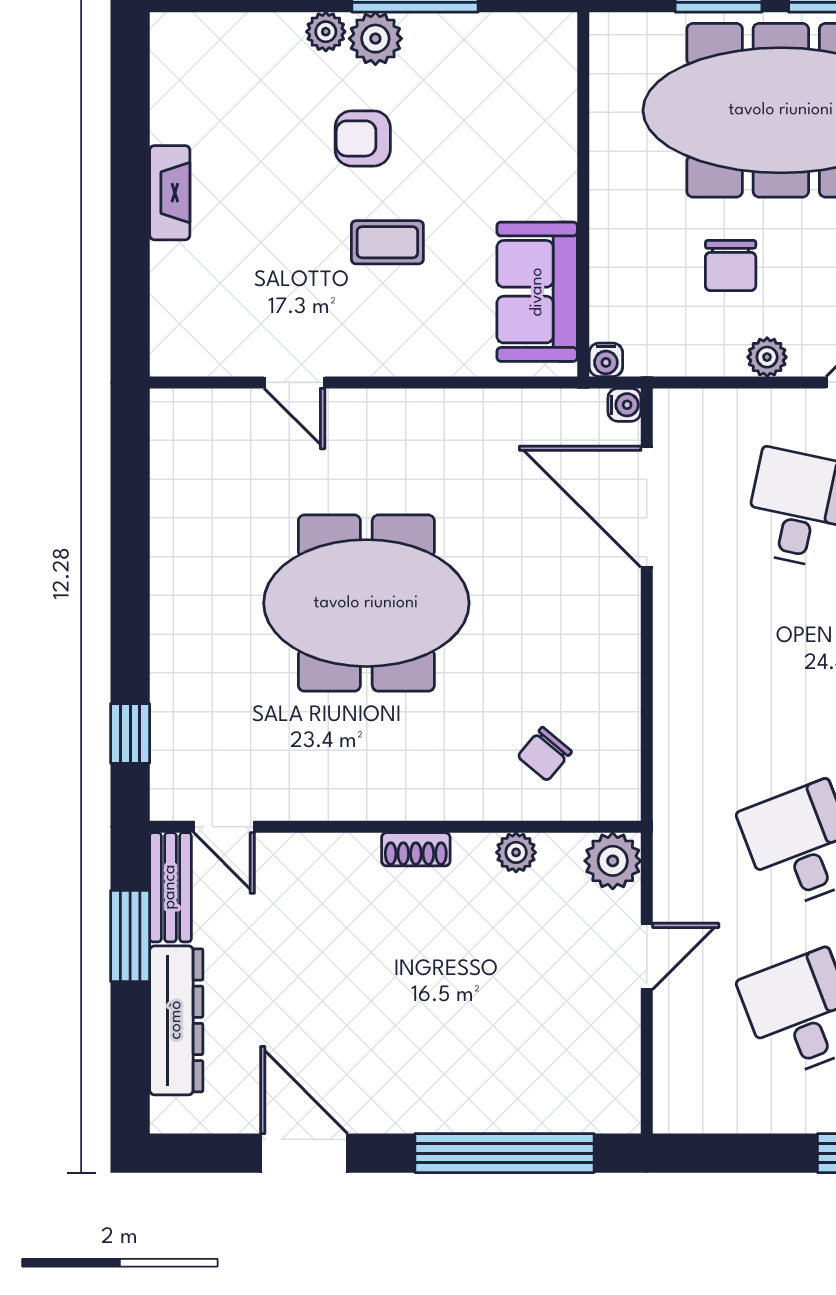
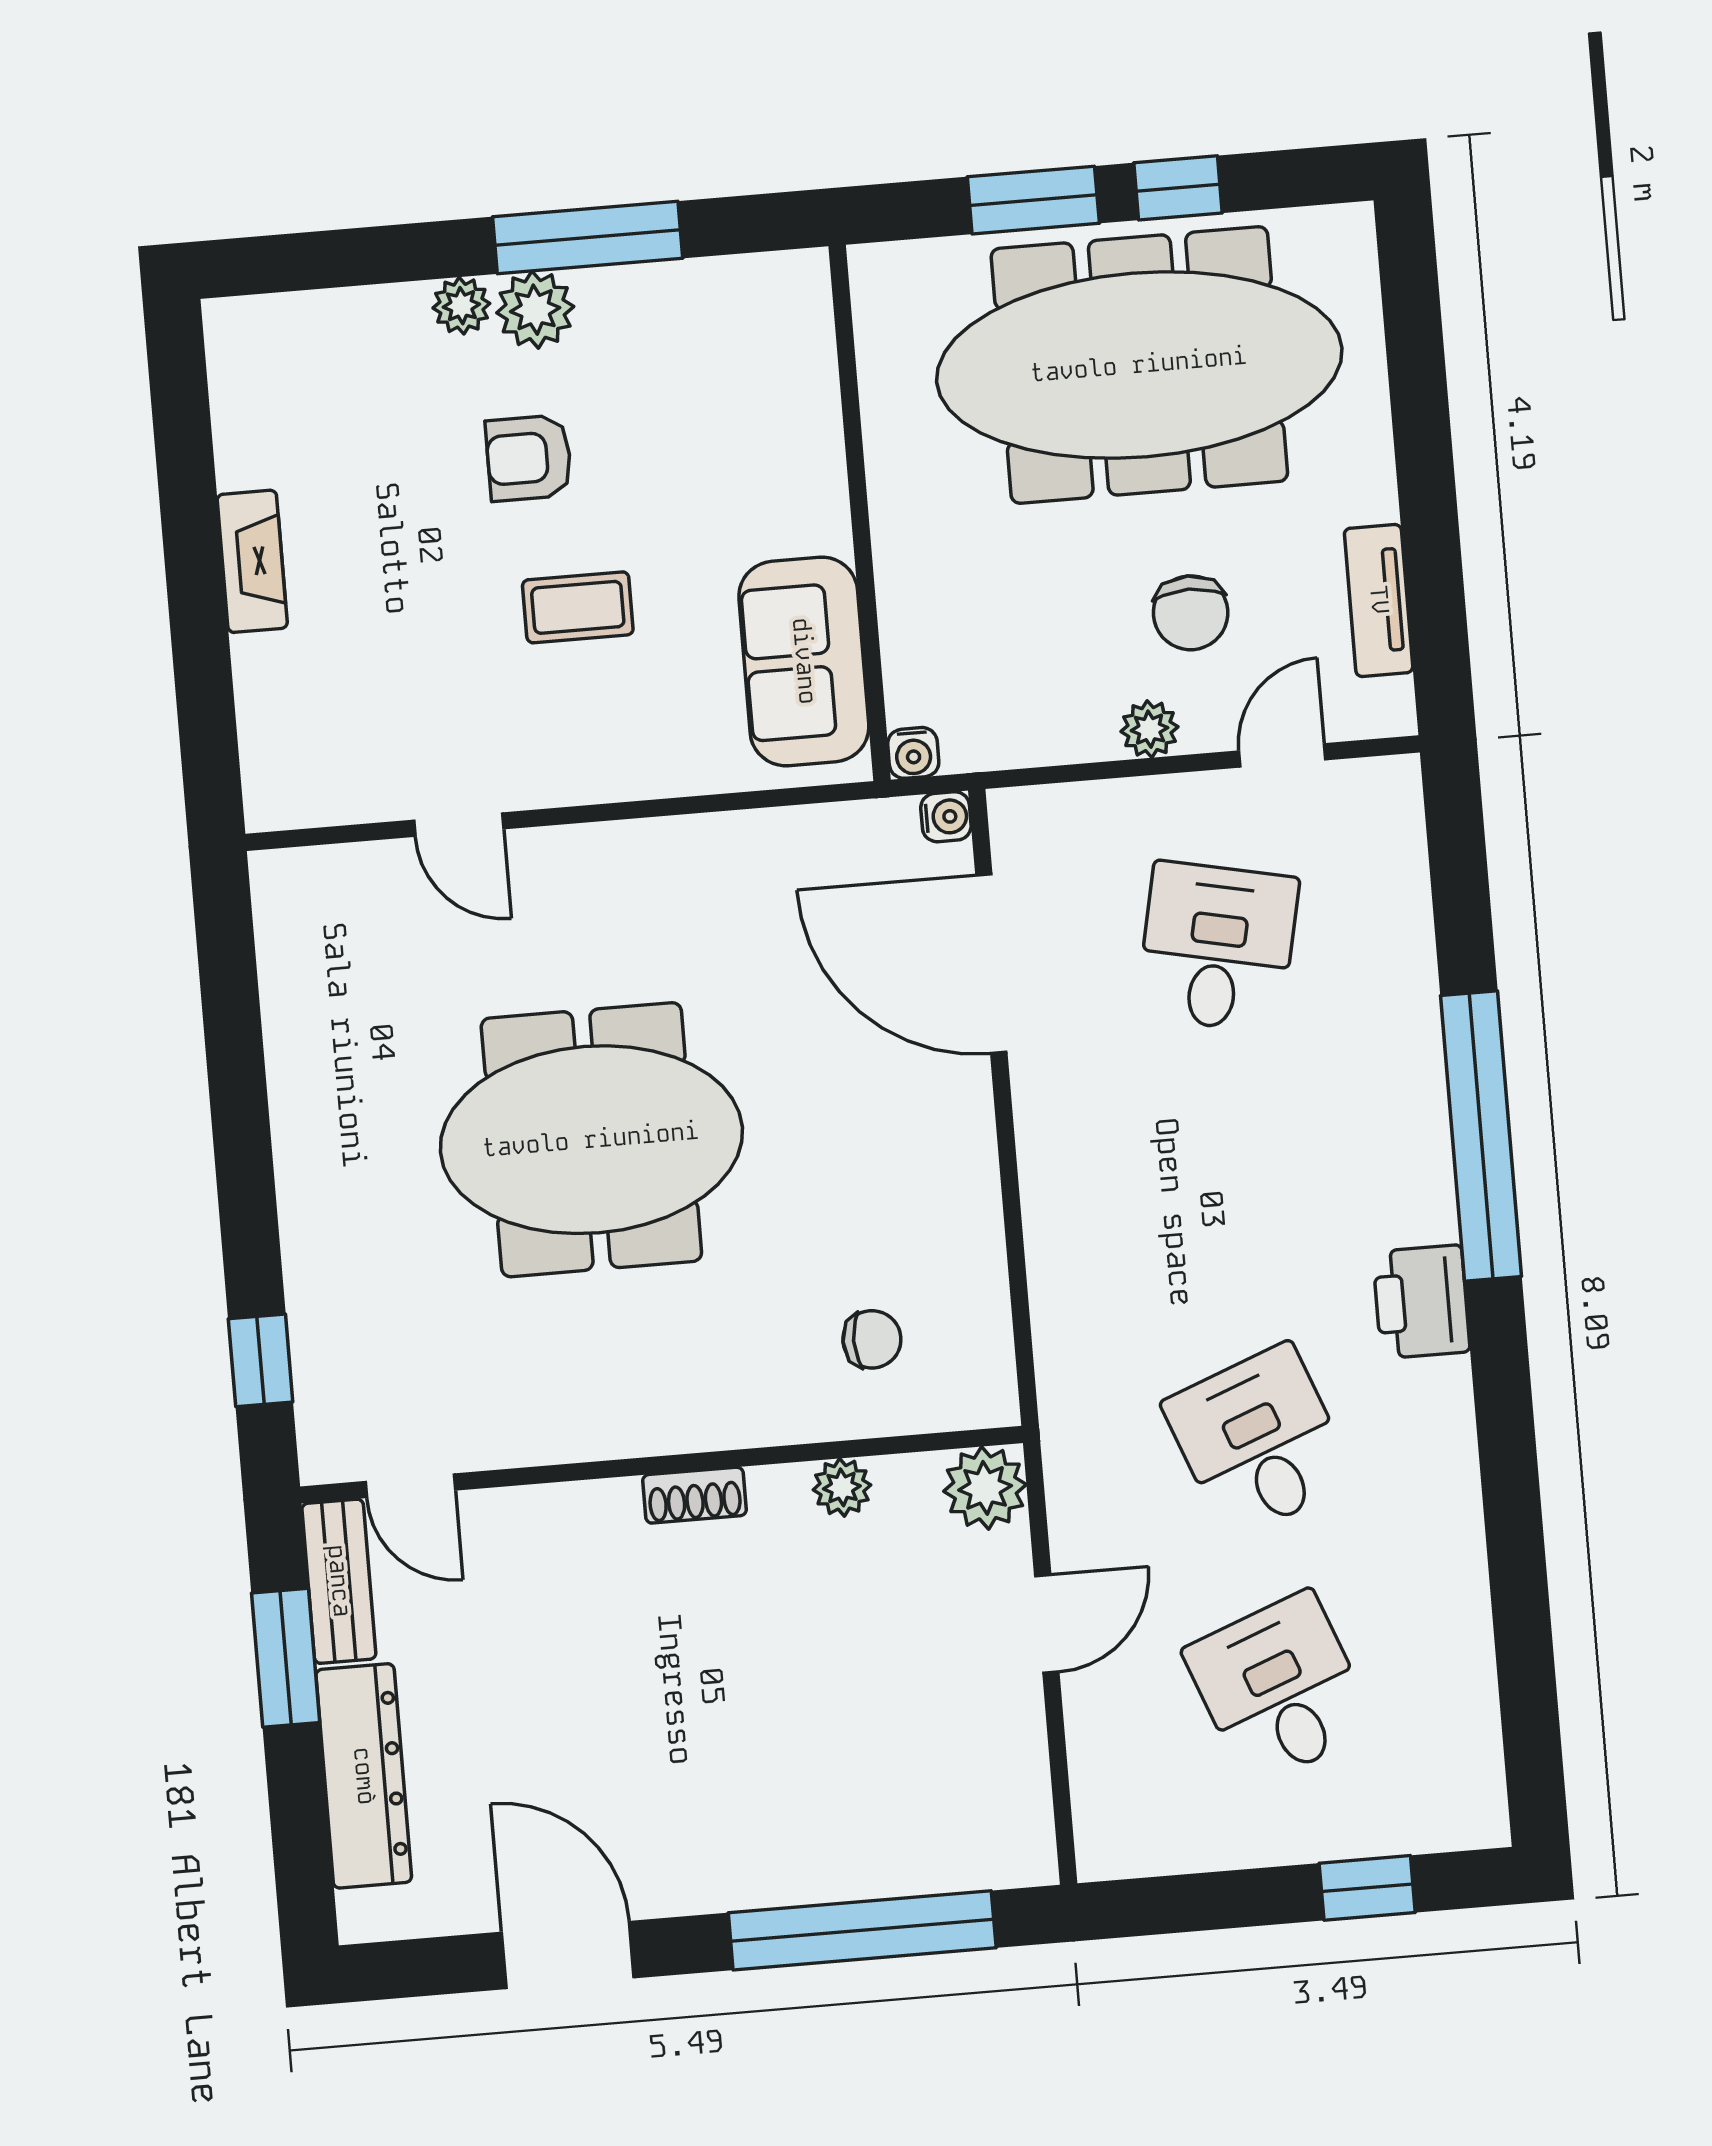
chair: (731, 265) -> (1191, 613), moved
chair: (545, 754) -> (872, 1339), turned -130

